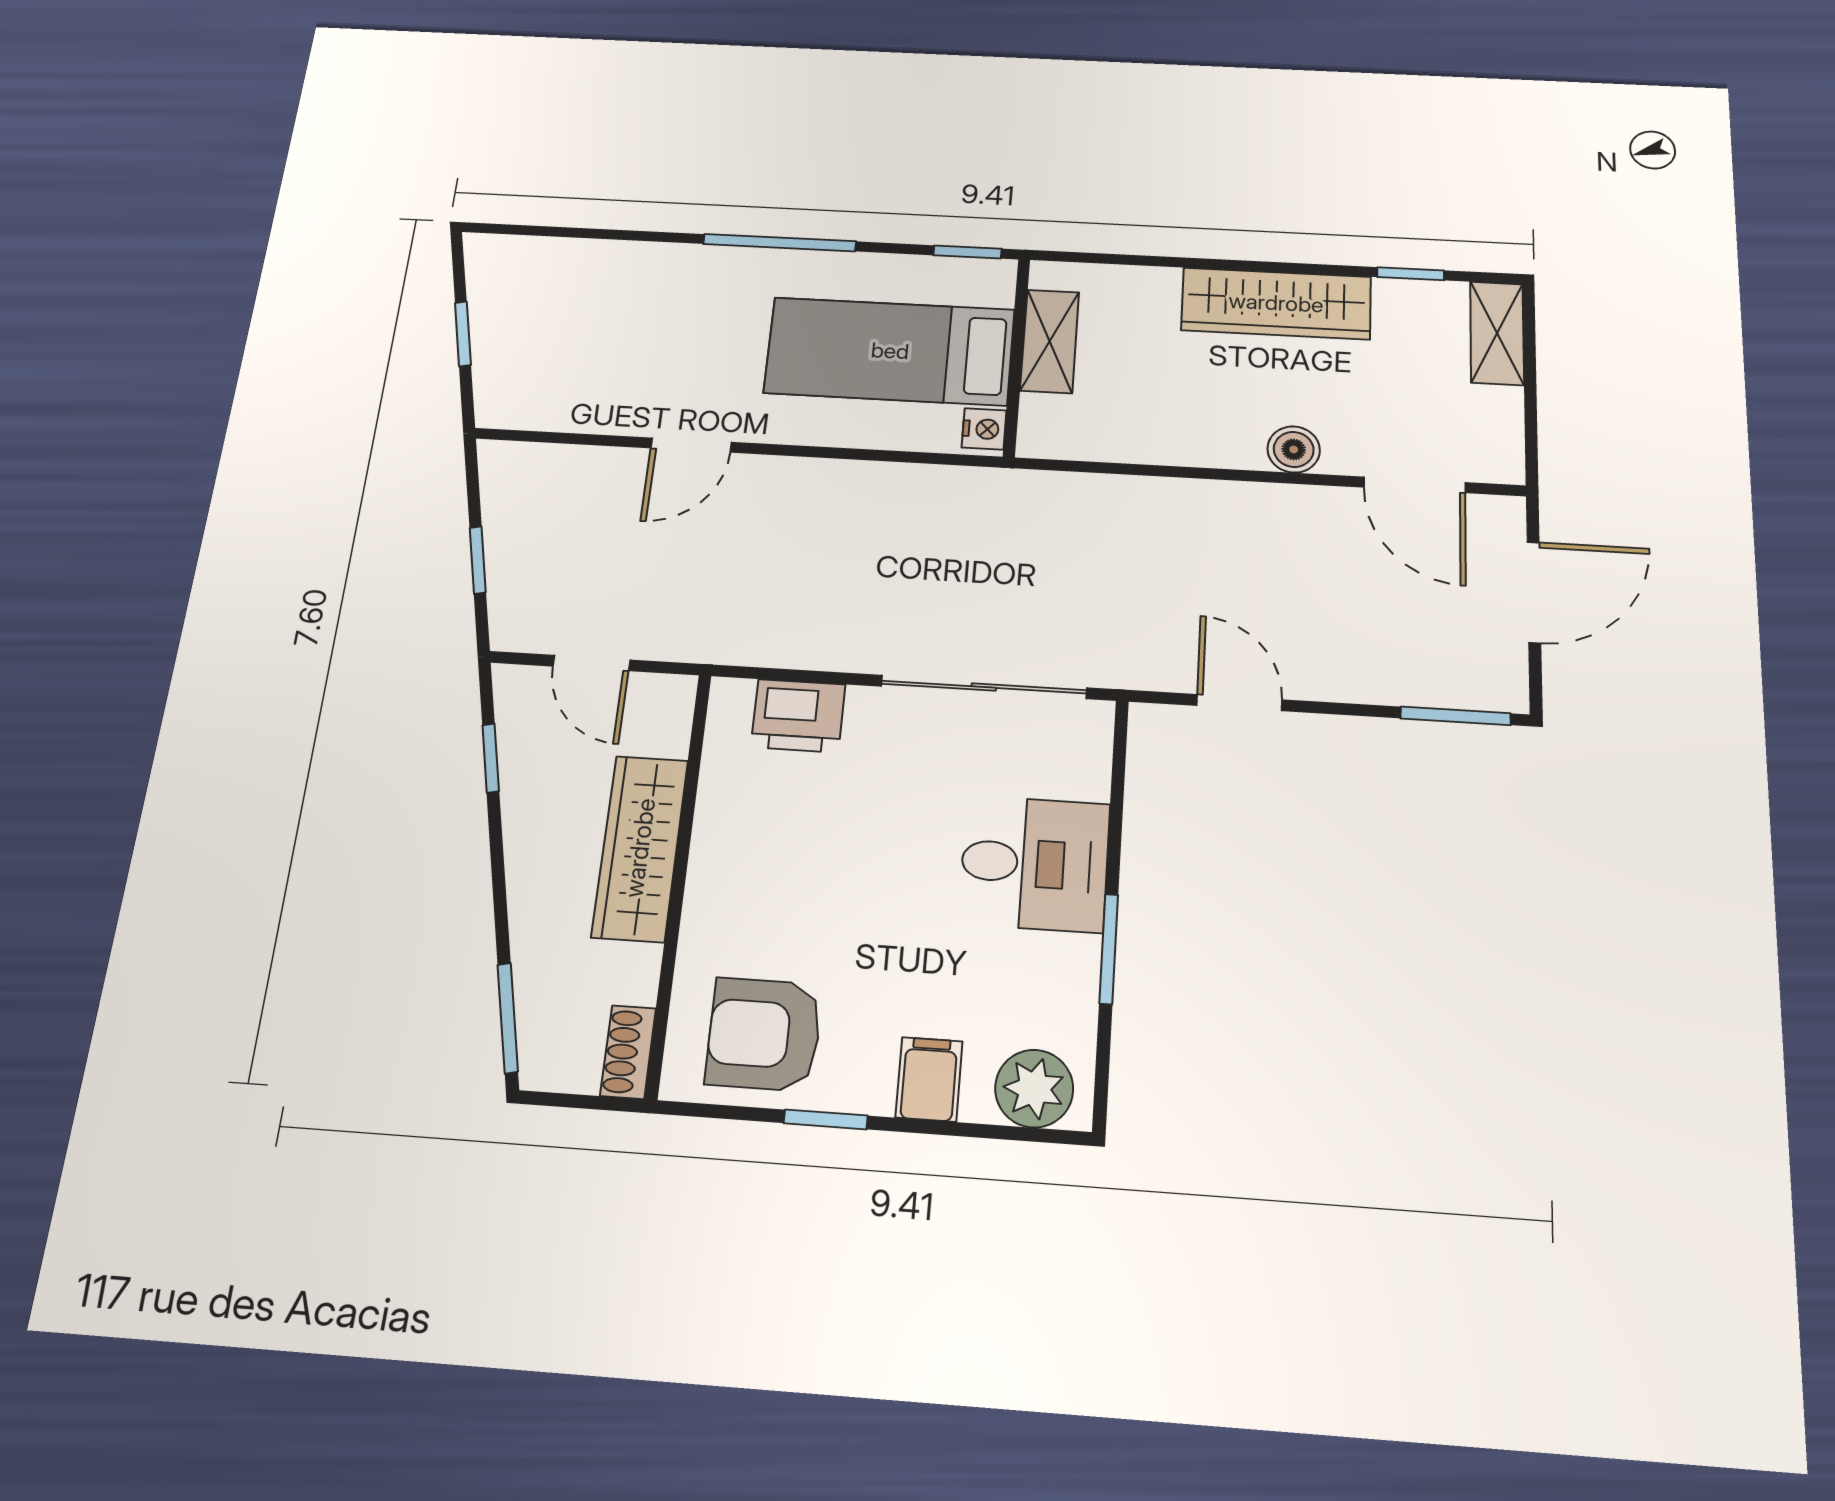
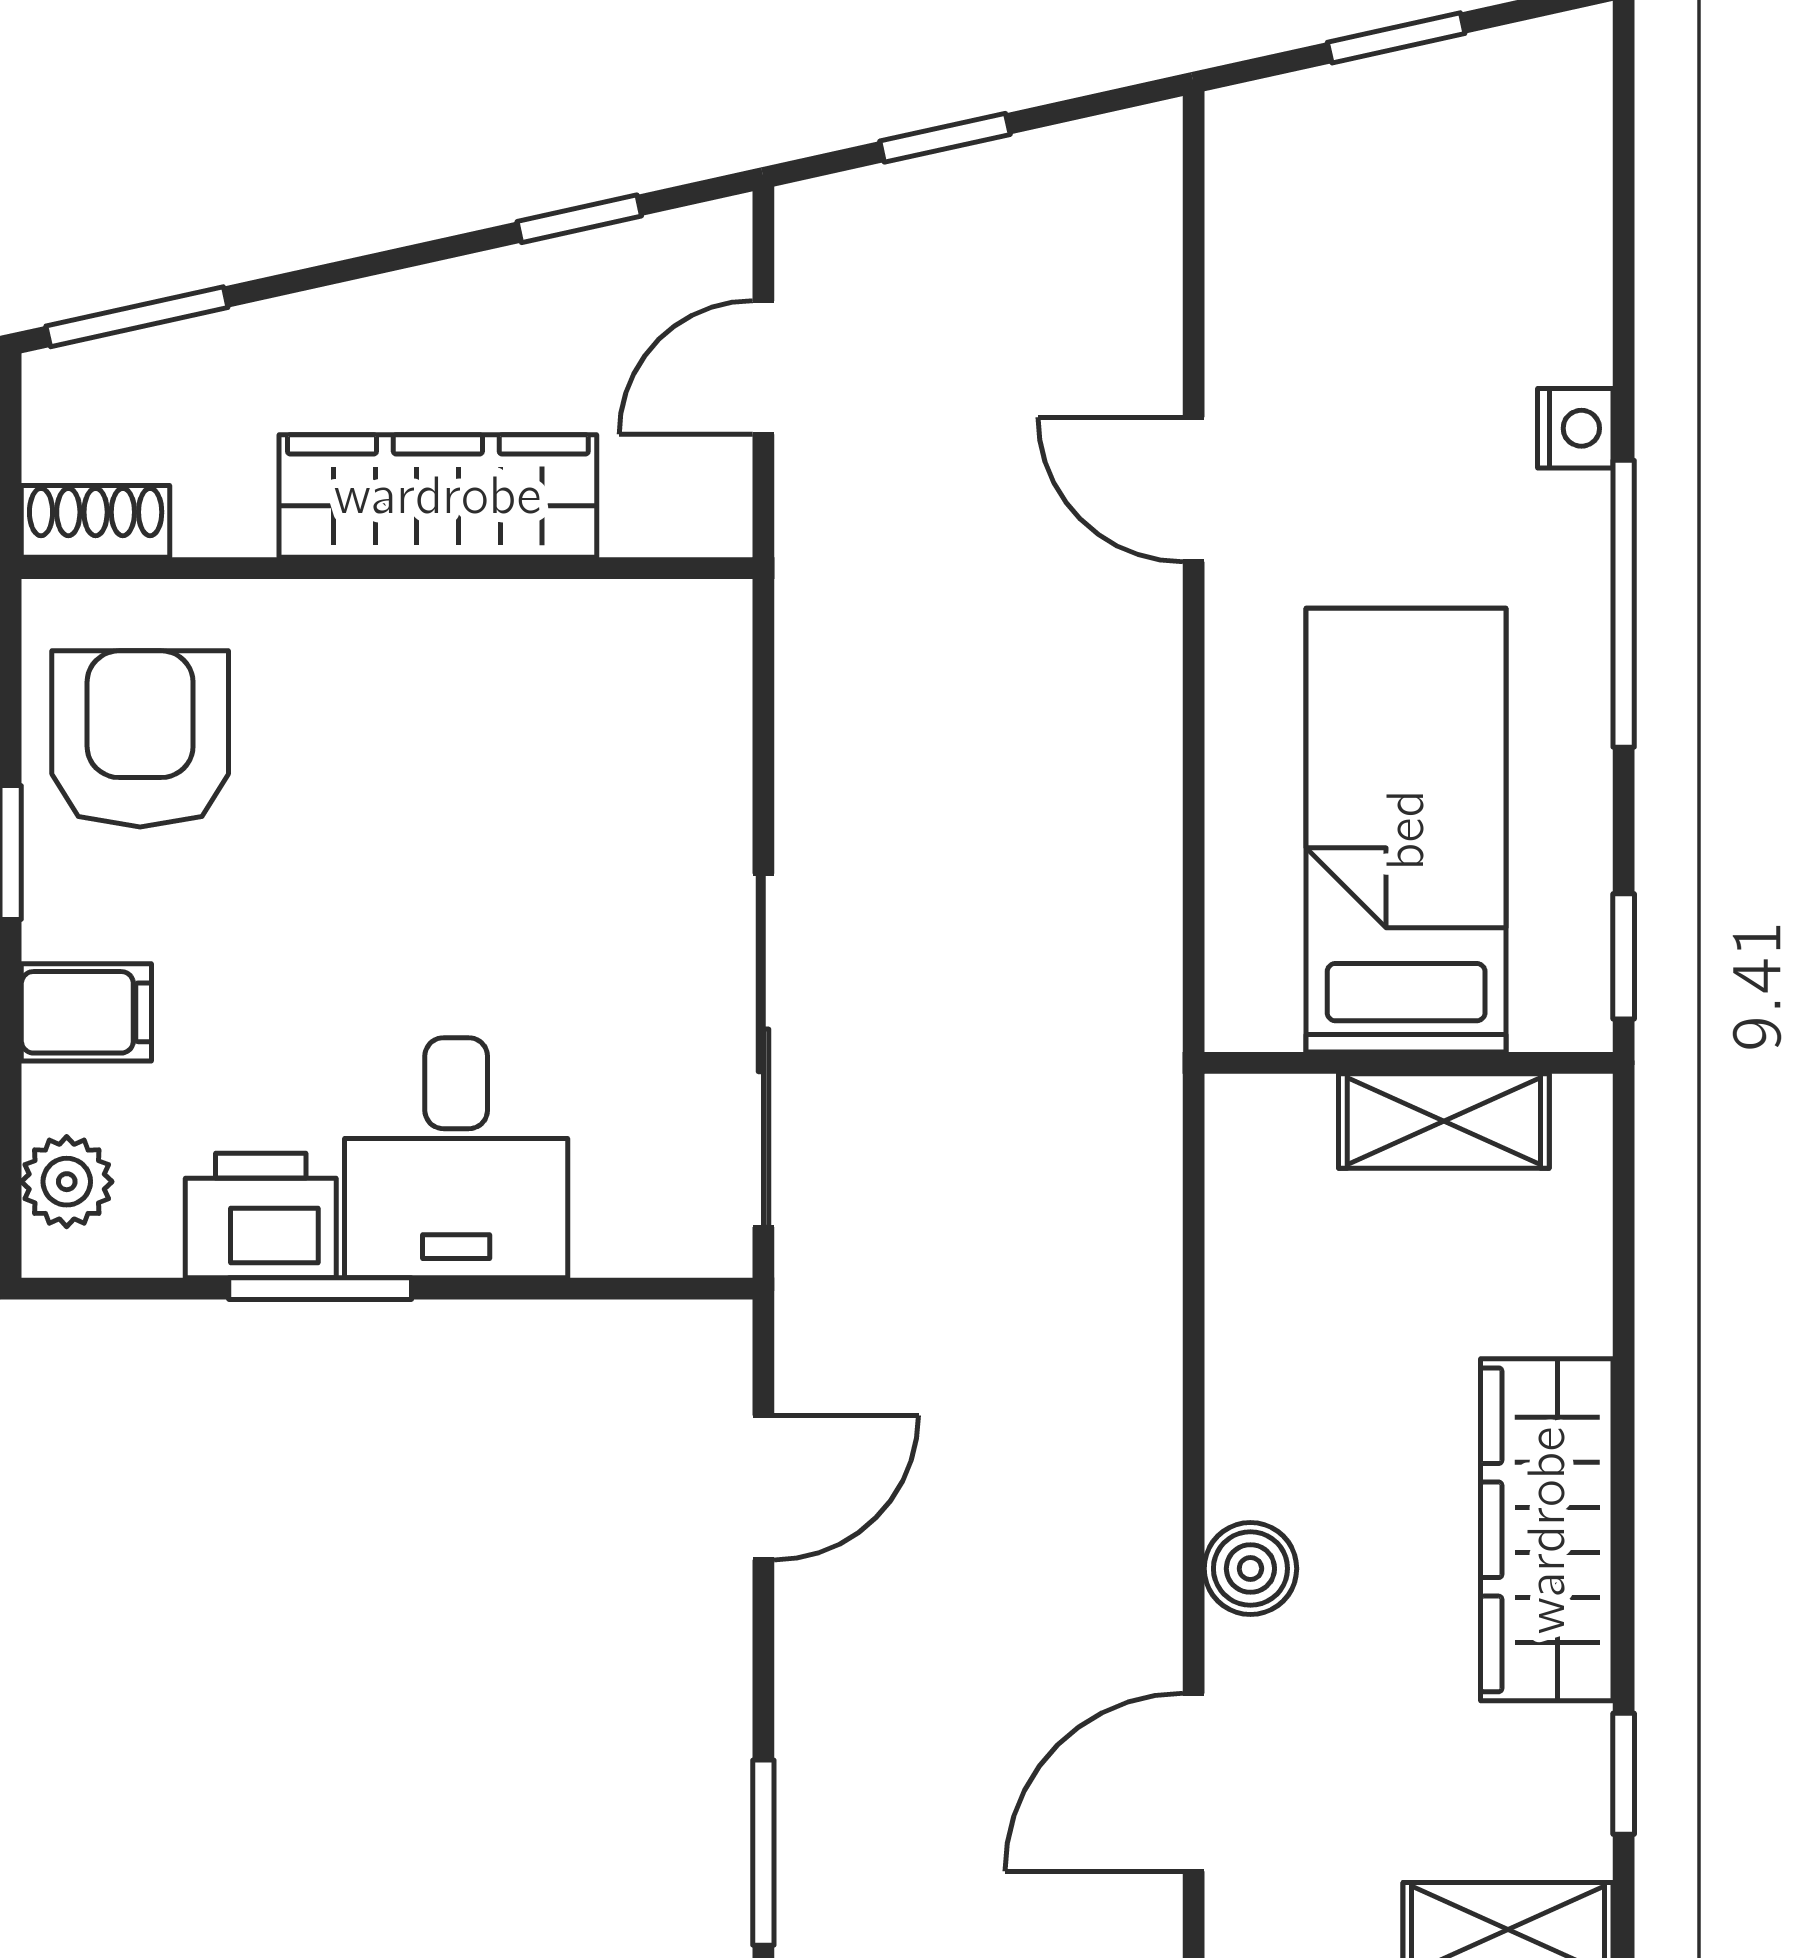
nightstand: (984, 429) -> (1575, 428), moved, turned -90
printer: (798, 716) -> (261, 1216), moved, turned 90
plant: (1034, 1089) -> (67, 1182), width x0.73, depth x0.73

